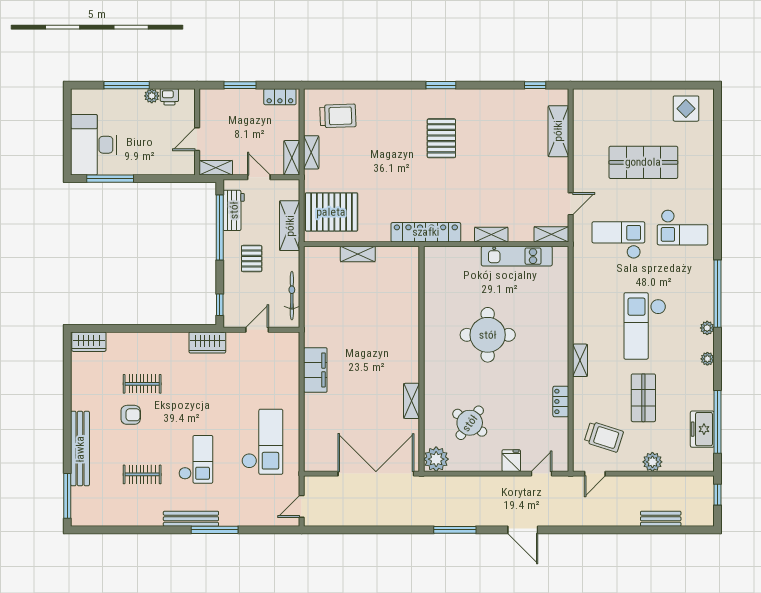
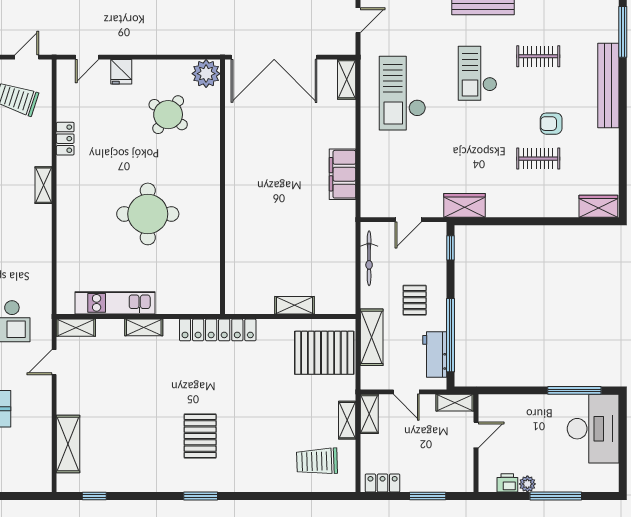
shelving: (412, 401) -> (347, 79), moved

